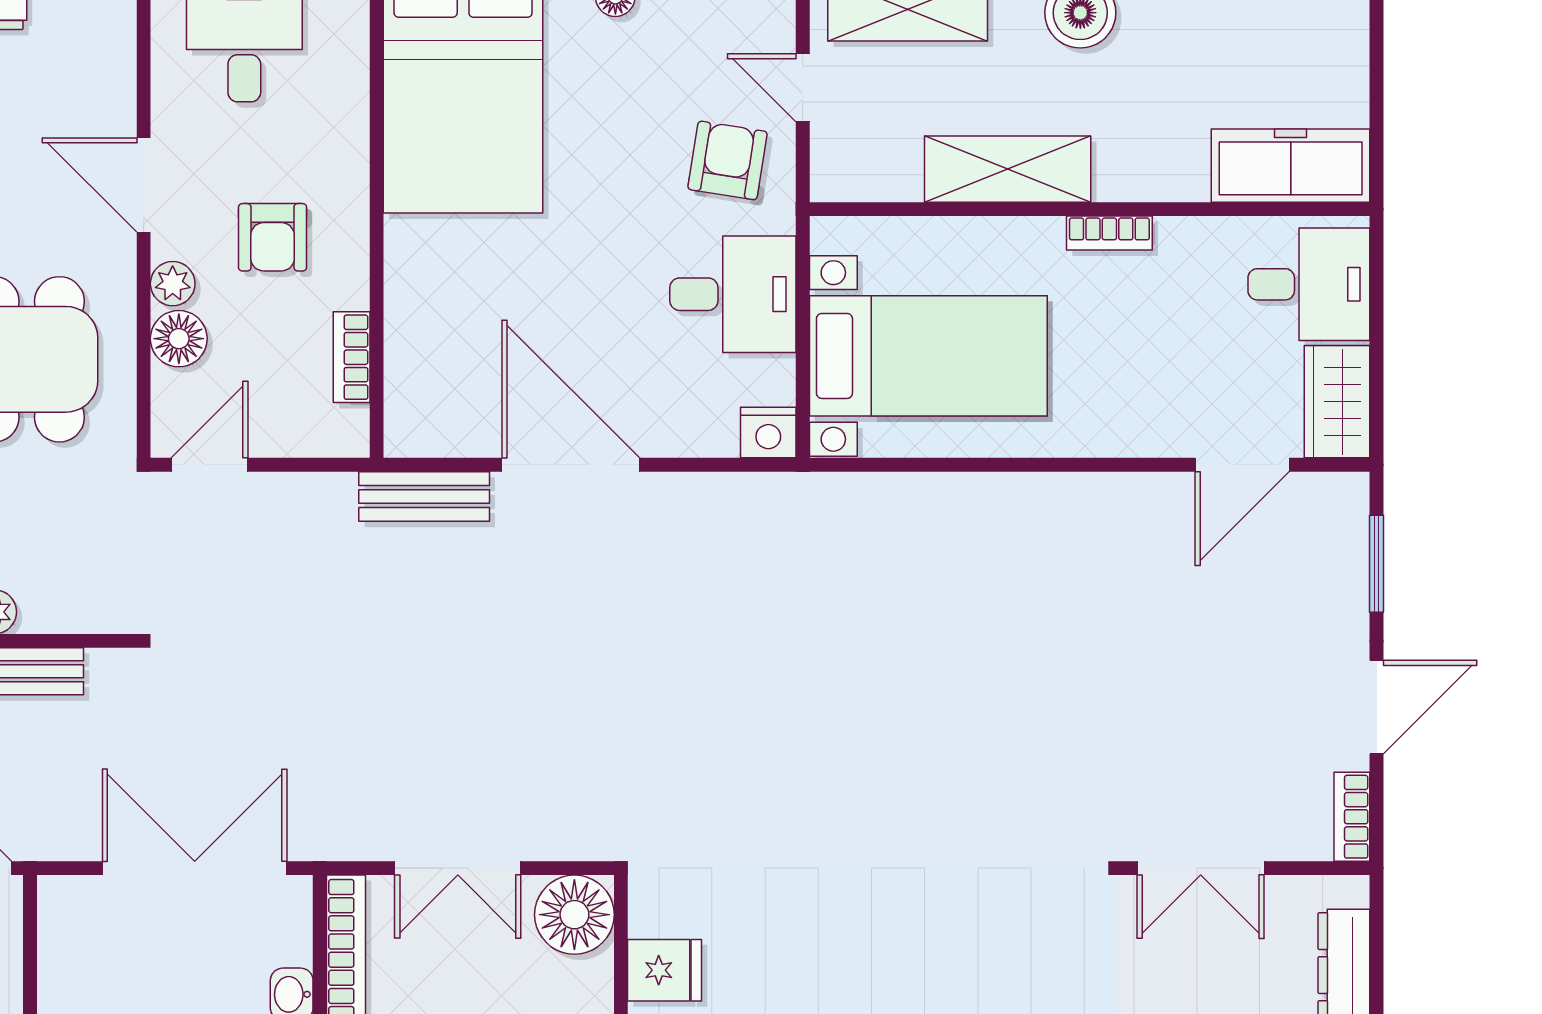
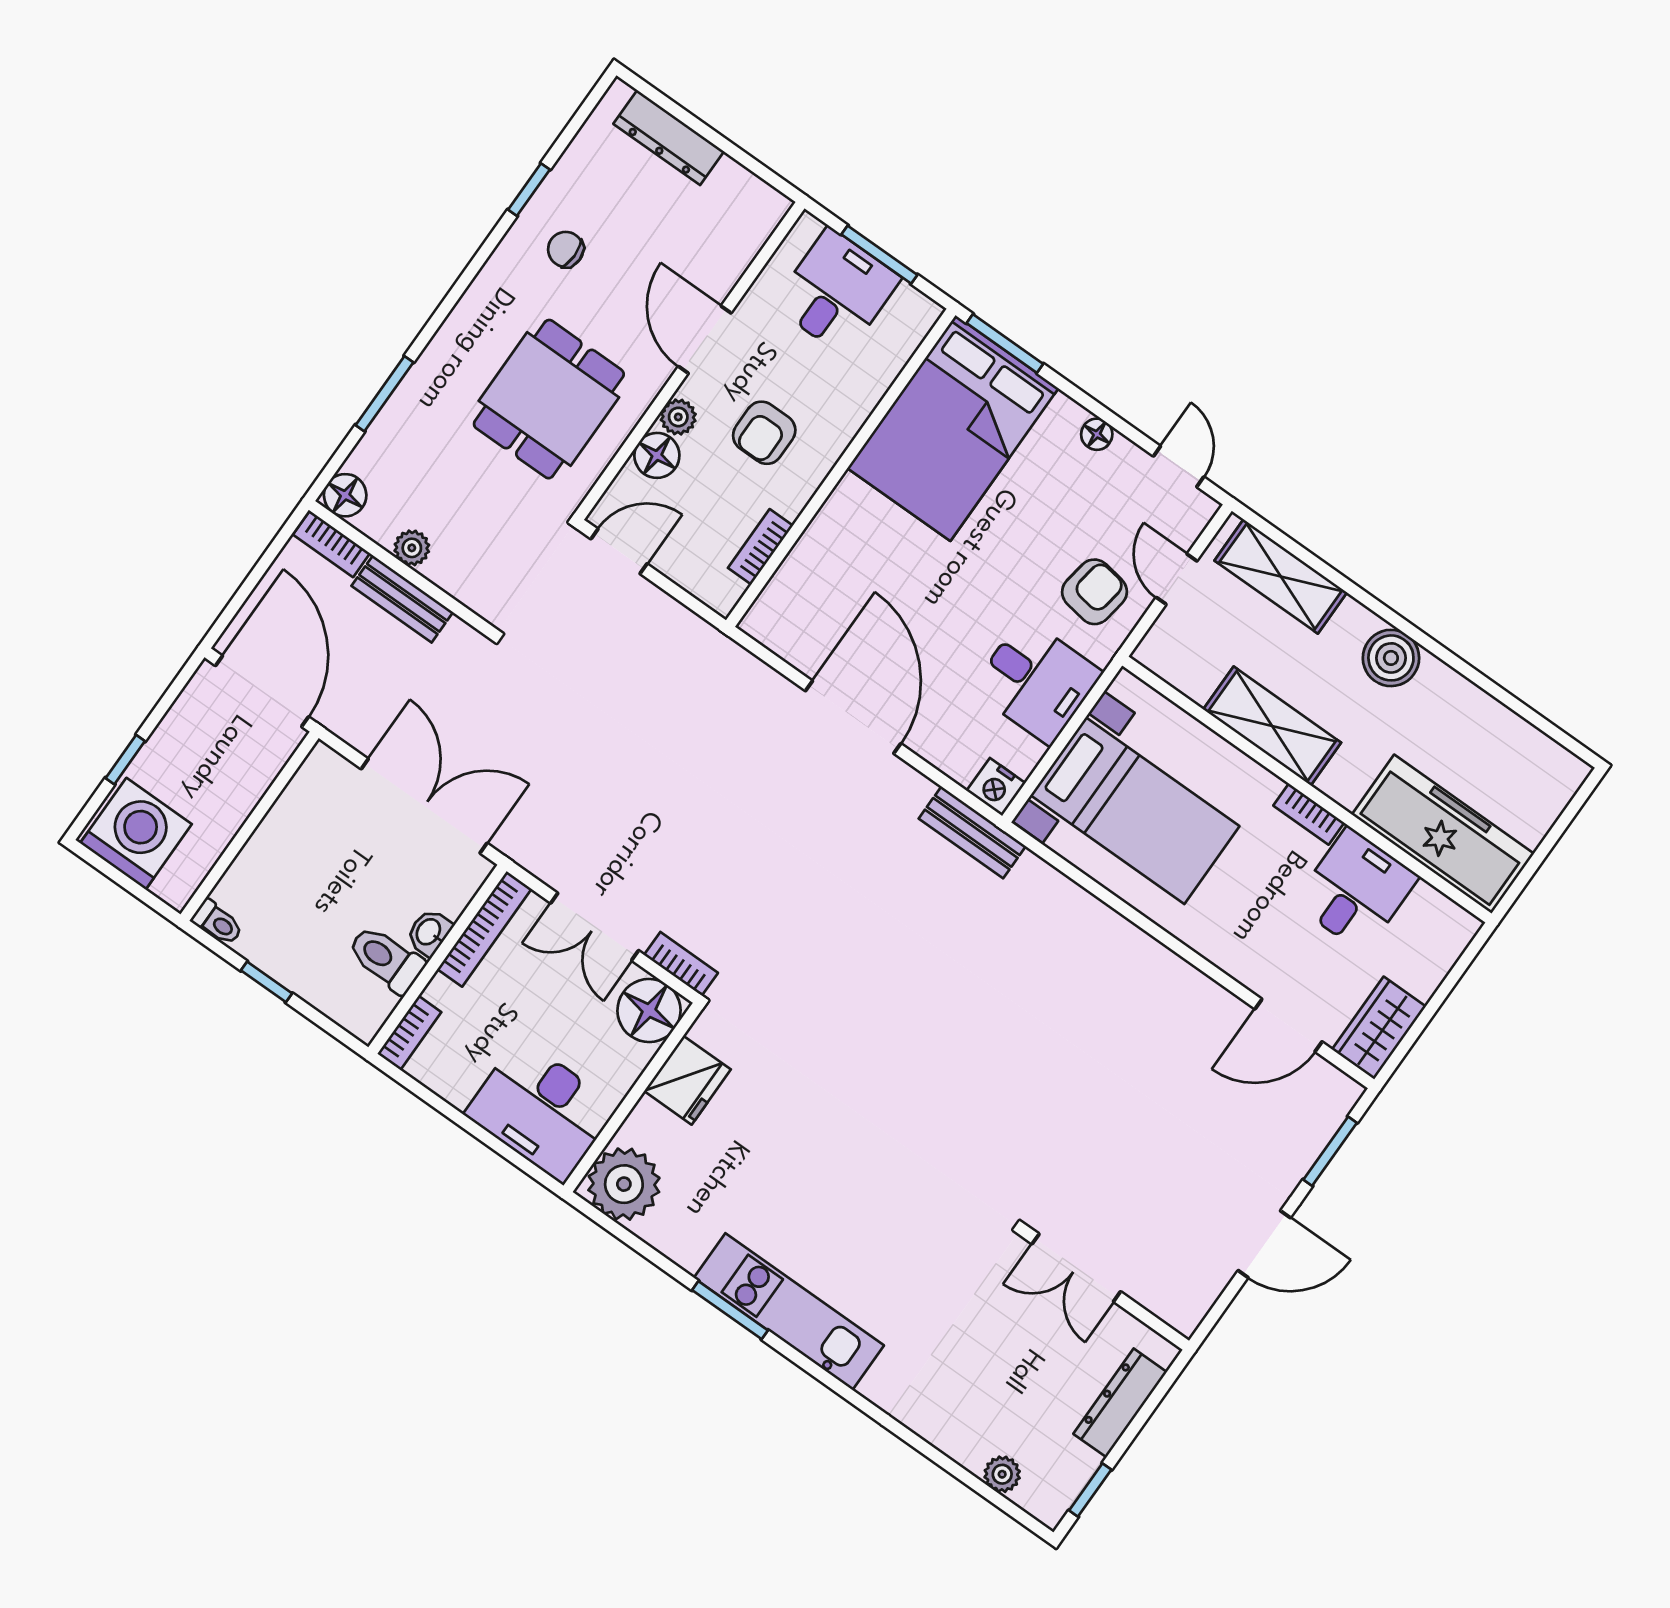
freezer: (1291, 166) -> (1443, 834), width x1.36, depth x1.26
desk: (1309, 284) -> (1356, 890), moved, turned -90
bench: (424, 496) -> (972, 832), moved
bookcase: (1352, 817) -> (681, 964), moved, turned 90
fridge: (665, 970) -> (687, 1080), width x1.38

